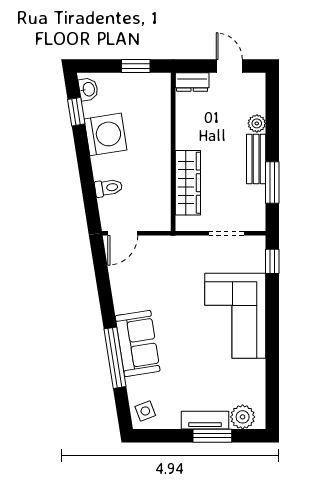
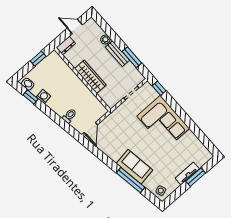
washing machine: (105, 134) -> (43, 96), width x0.53, depth x0.53
wardrobe: (188, 183) -> (90, 77), moved
plant: (243, 417) -> (201, 159), removed

